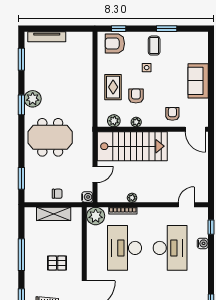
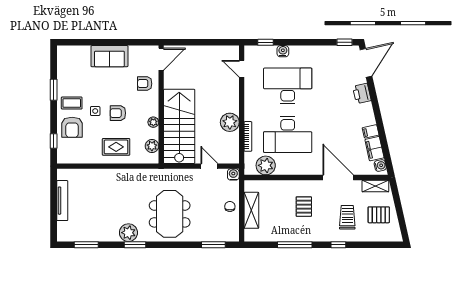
tv unit: (47, 37) -> (62, 201), moved
armchair: (115, 44) -> (72, 127), moved
armchair: (136, 96) -> (118, 113), moved
plant: (132, 198) -> (230, 122), width x1.88, depth x1.88
plant: (96, 216) -> (266, 165), moved

